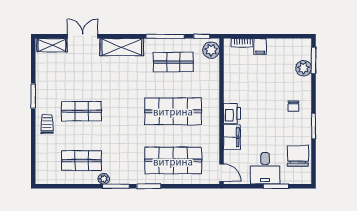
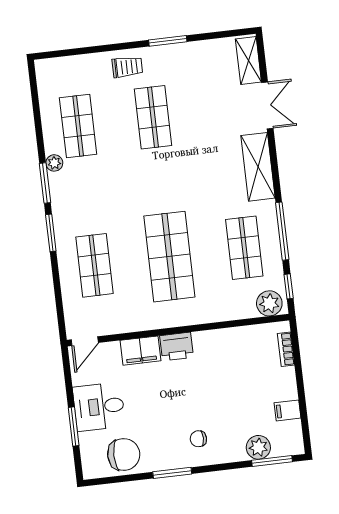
filing cabinet: (260, 46) -> (287, 410), moved
shop shelf: (173, 161) -> (94, 265), width x0.70, depth x0.74

